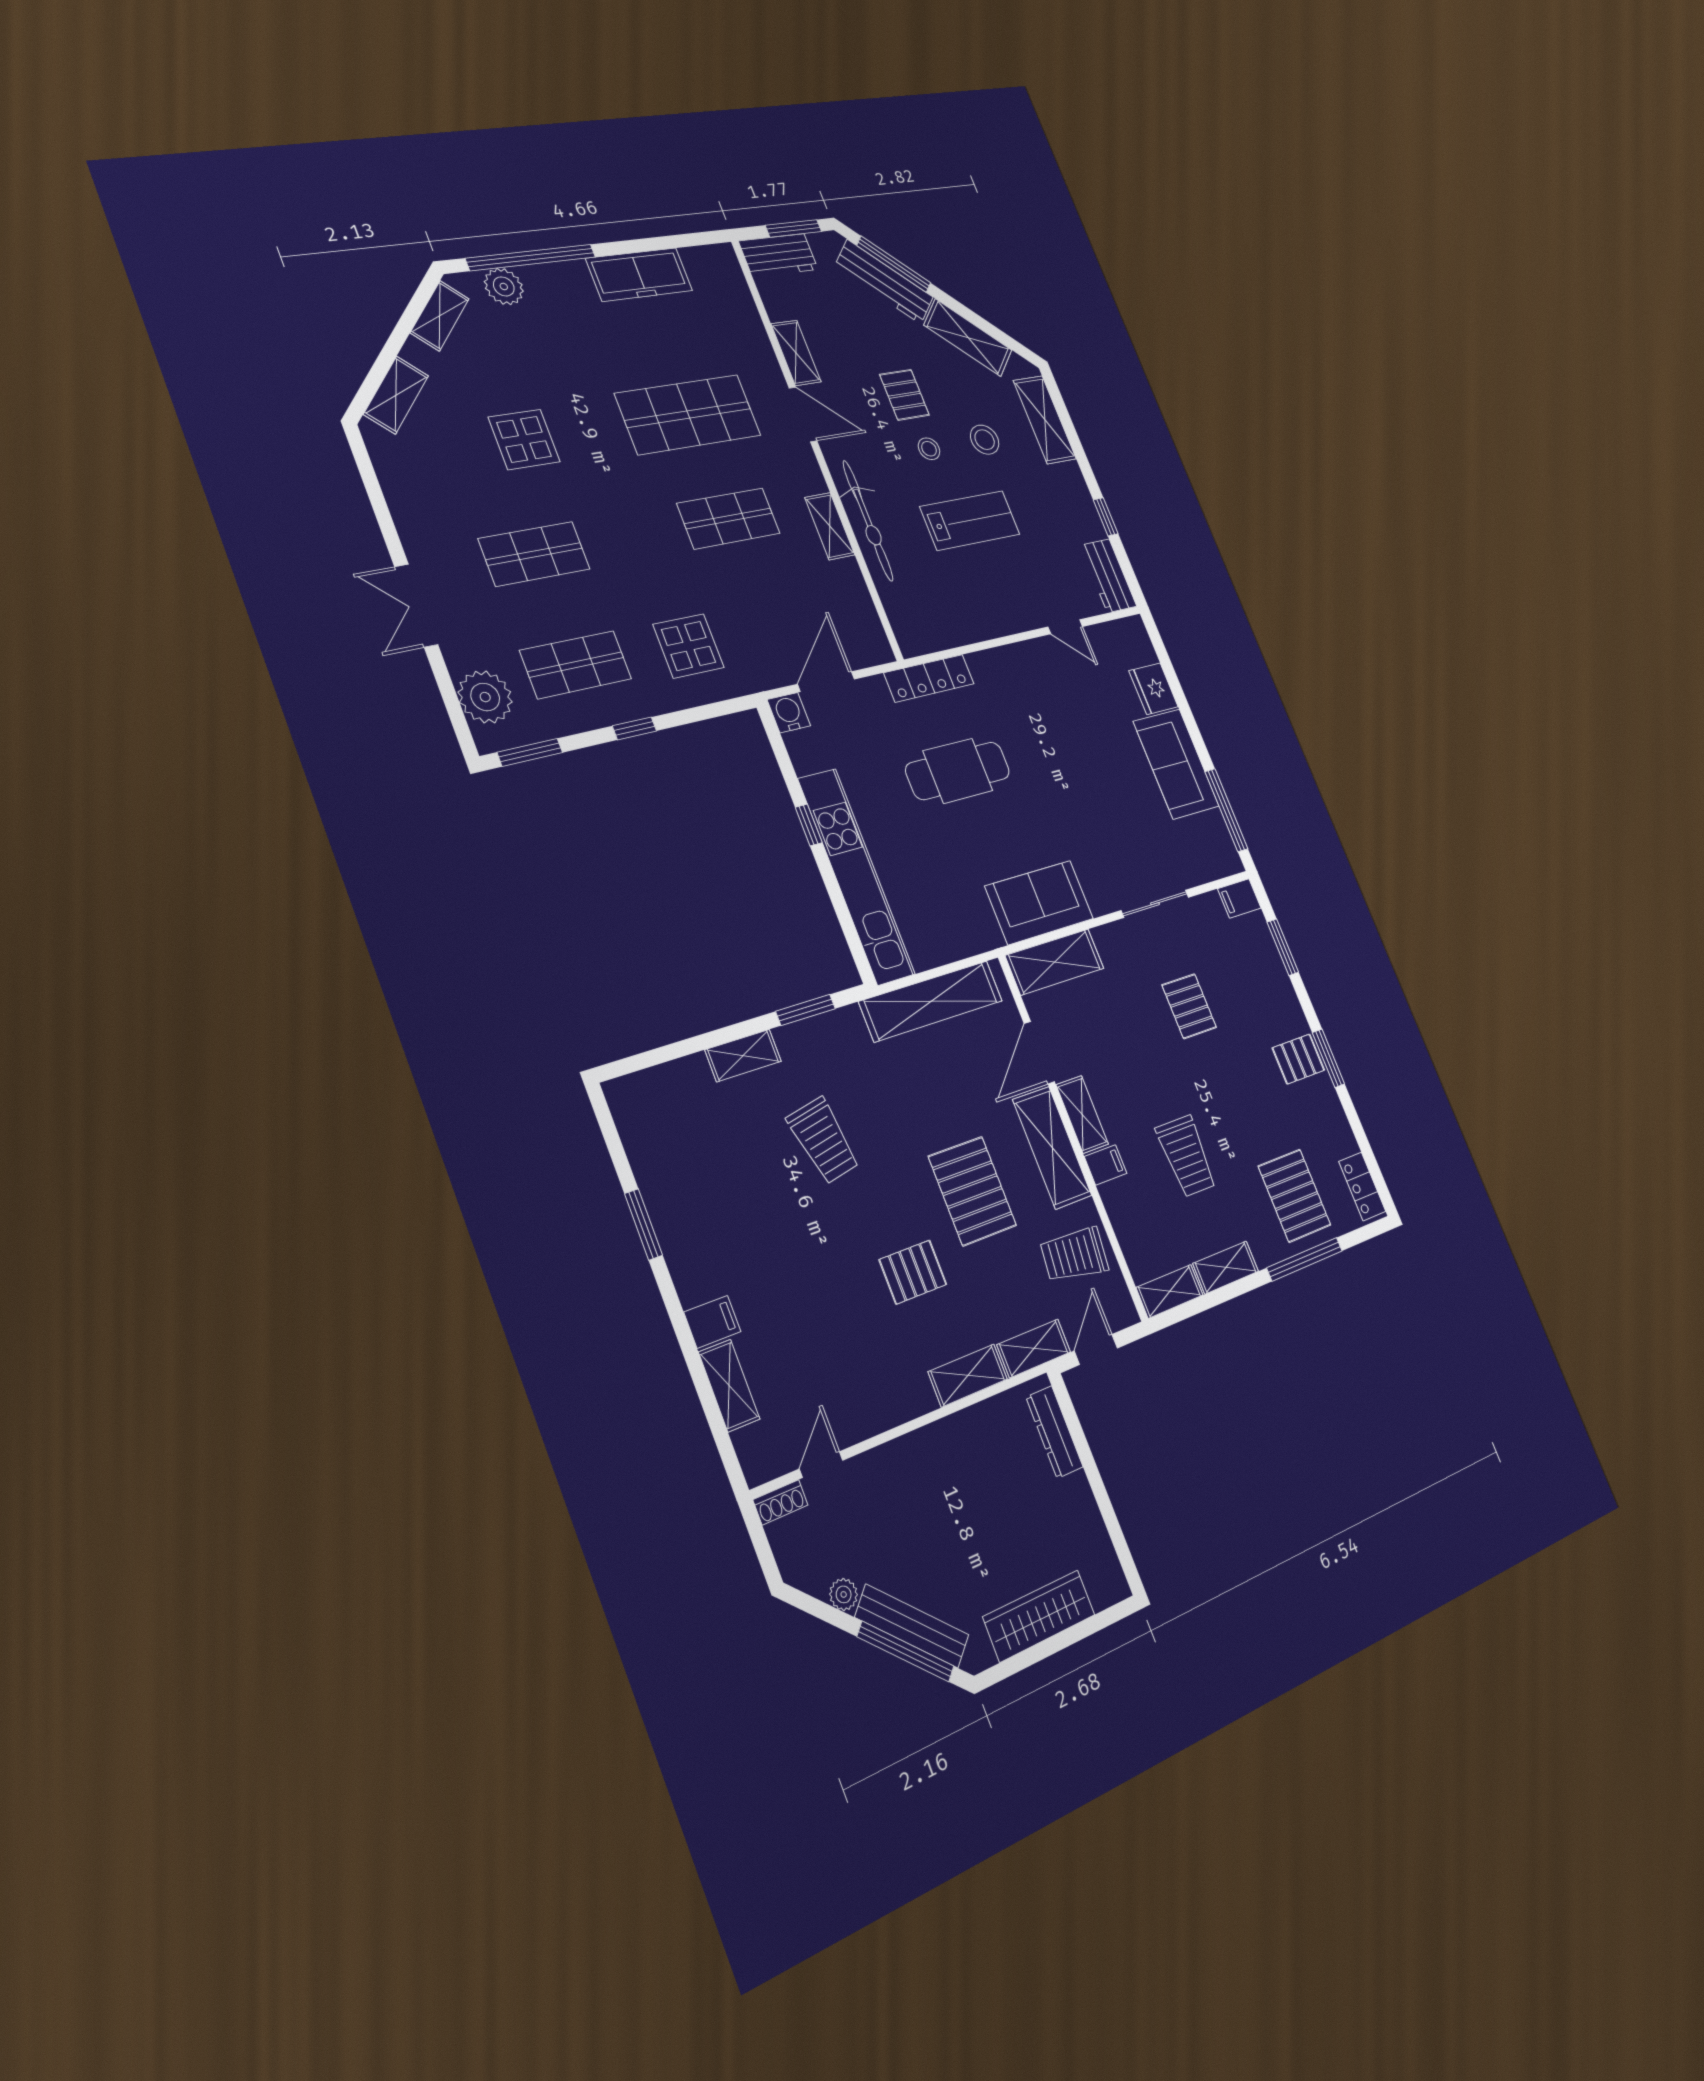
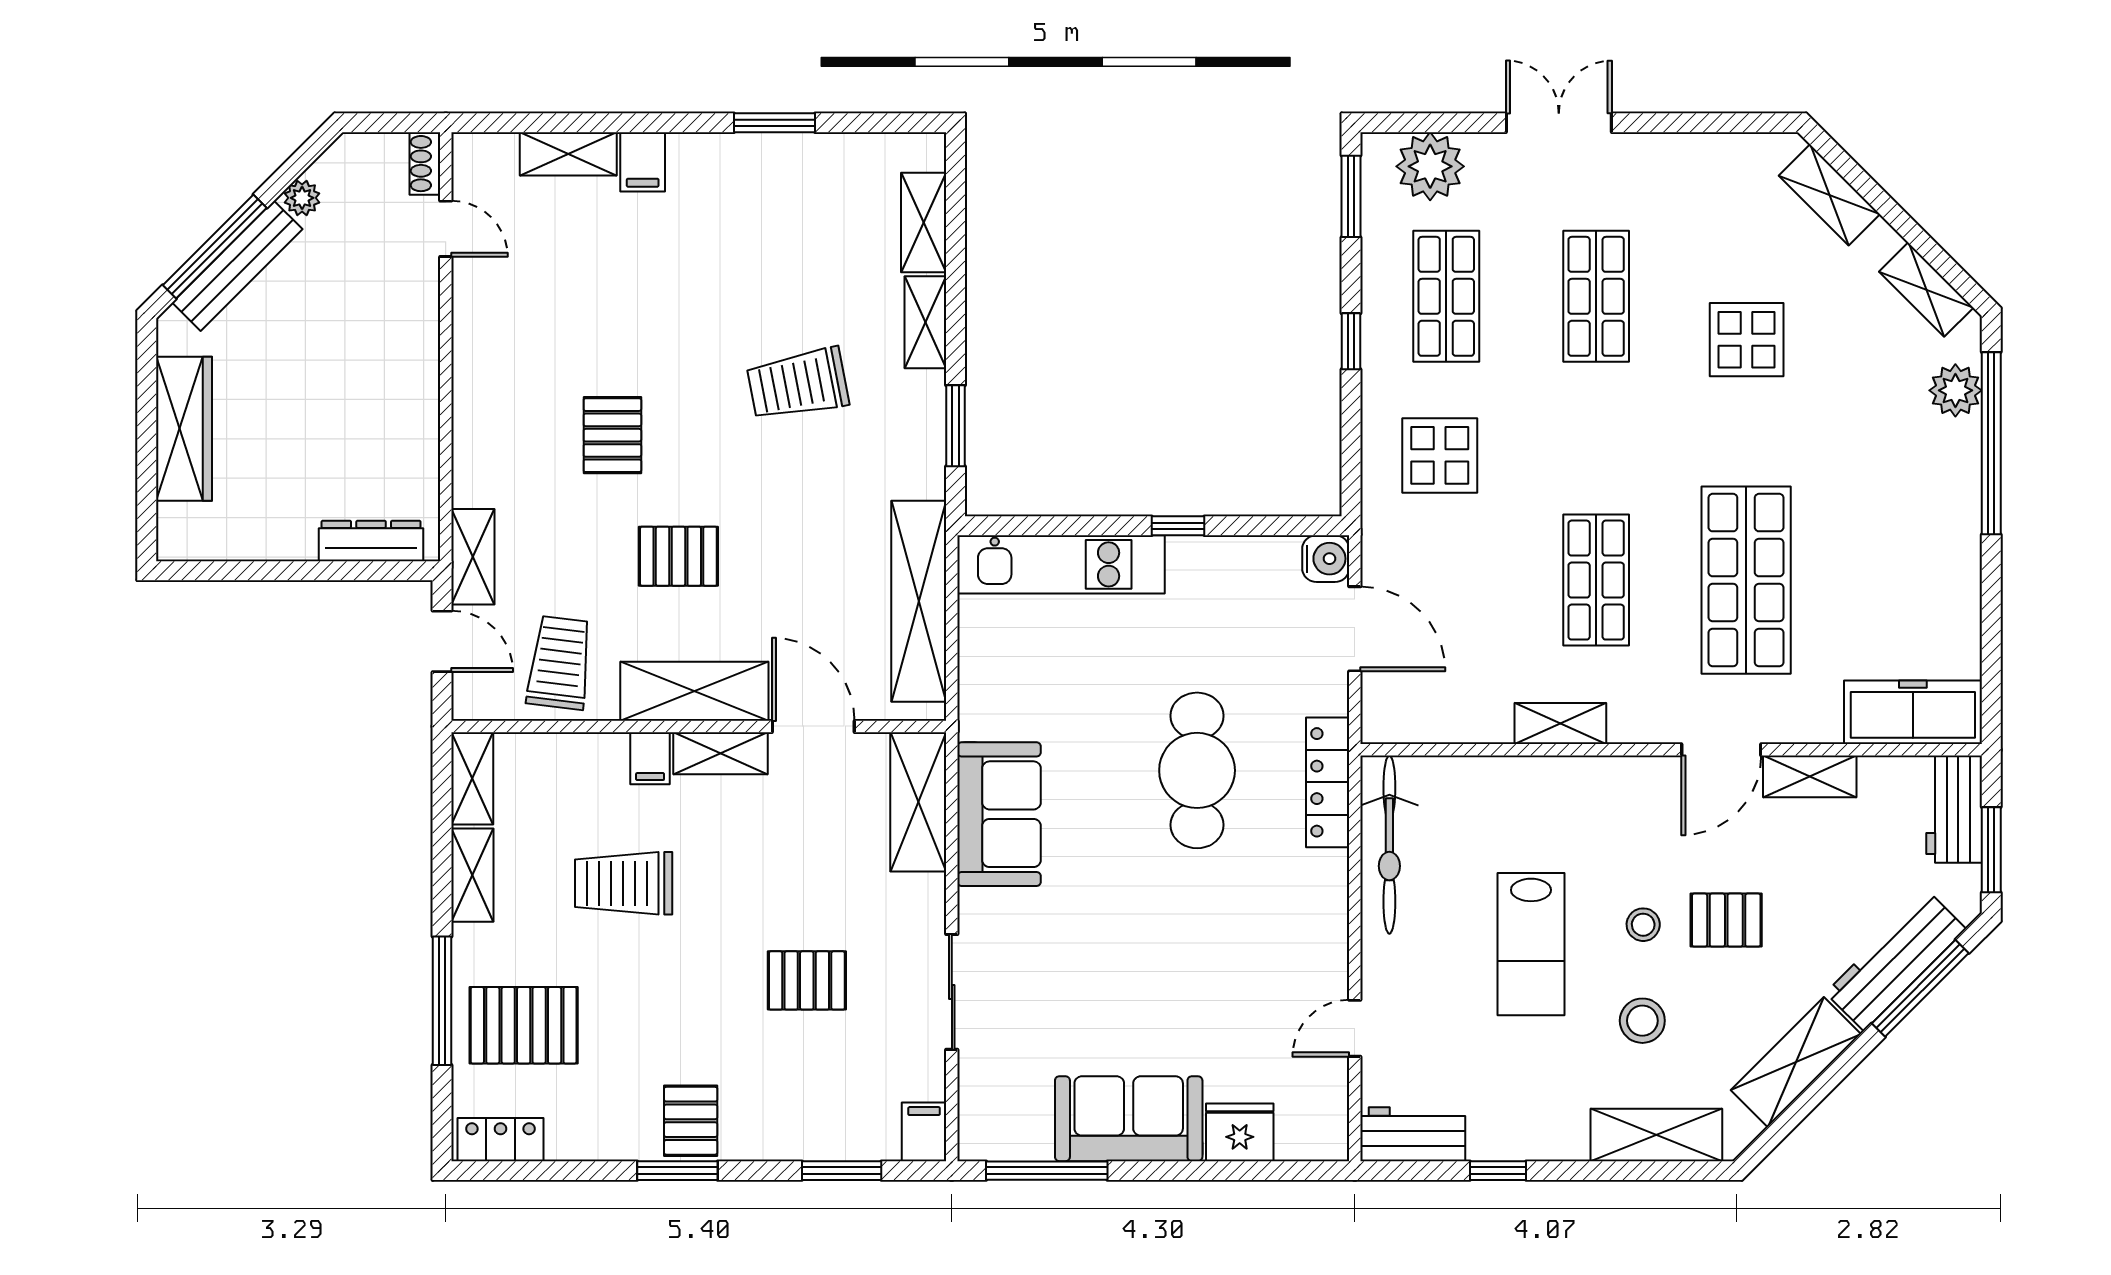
freezer: (639, 275) -> (1913, 712), moved, turned 90
bicycle: (868, 521) -> (1389, 845), moved, turned -90
kitchen unit: (856, 876) -> (1061, 564), width x0.73
pallet: (972, 1191) -> (678, 556), width x0.67, depth x0.71
shelving: (968, 1375) -> (924, 222), moved

